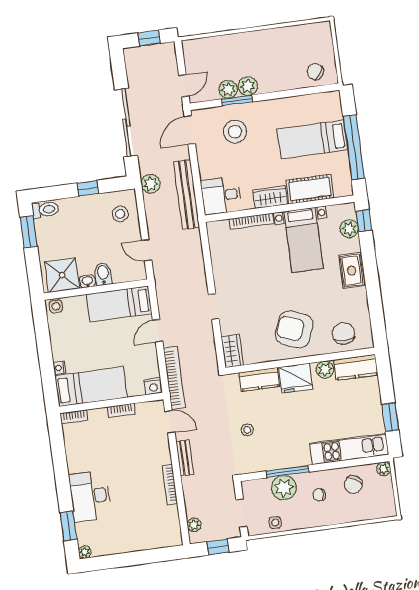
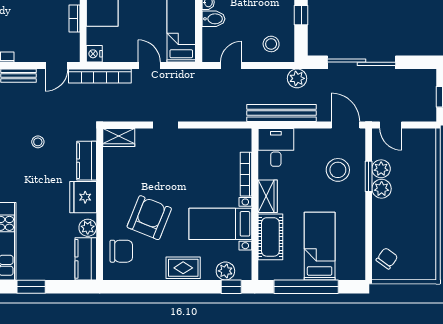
armchair: (294, 329) -> (149, 218), moved

